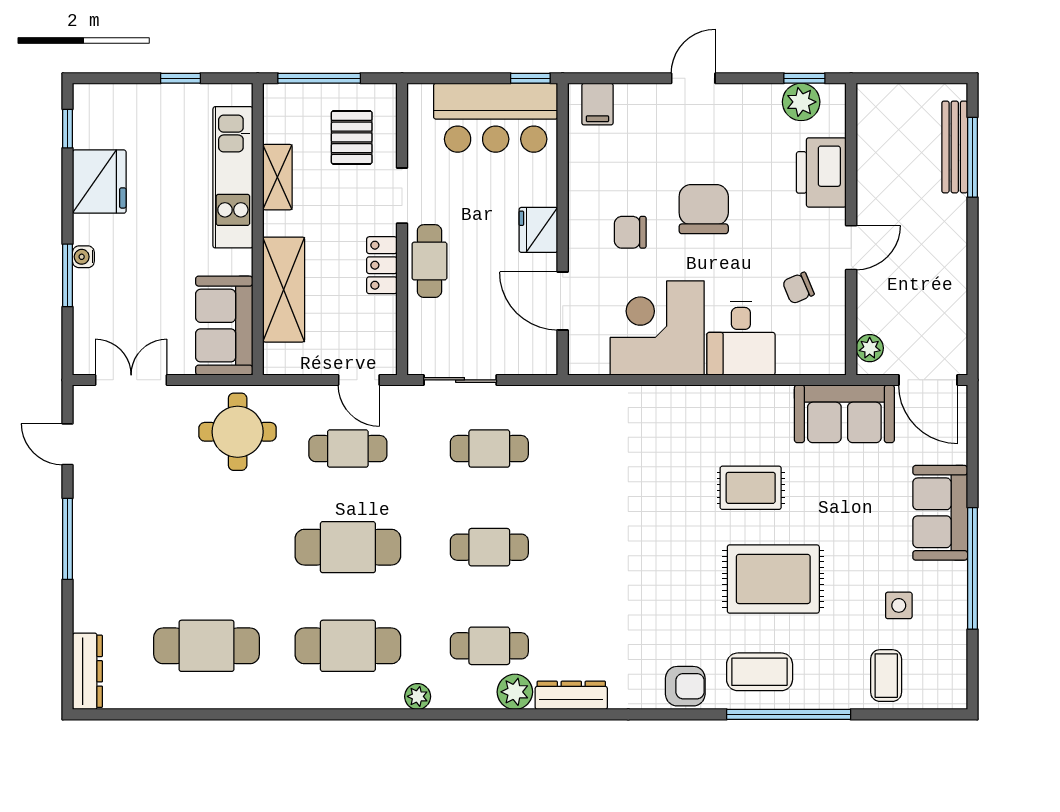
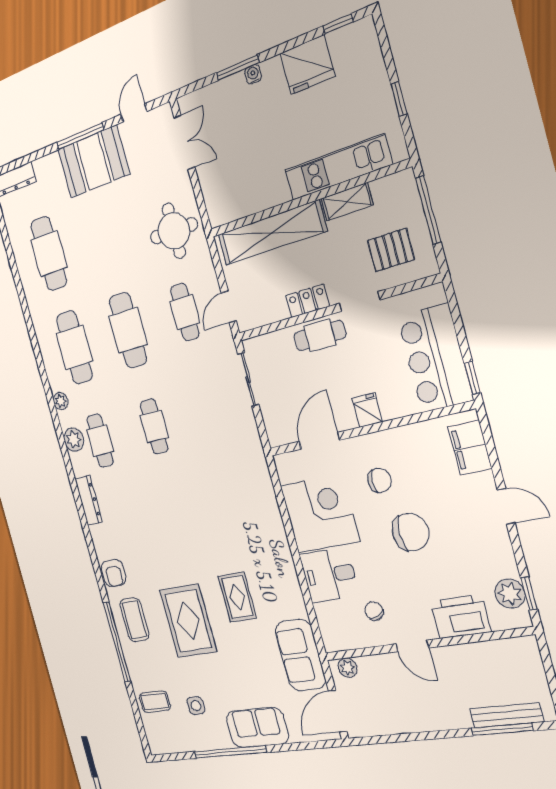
filing cabinet: (597, 104) -> (470, 448), width x2.00
fridge: (538, 230) -> (367, 410), width x0.72
chair: (630, 232) -> (379, 480), turned 90
shelving: (284, 290) -> (272, 233), width x1.47
sofa: (224, 326) -> (237, 197), removed
cafe table: (489, 449) -> (212, 411), removed
booth: (108, 529) -> (93, 162), added
plant: (515, 692) -> (74, 440), moved

